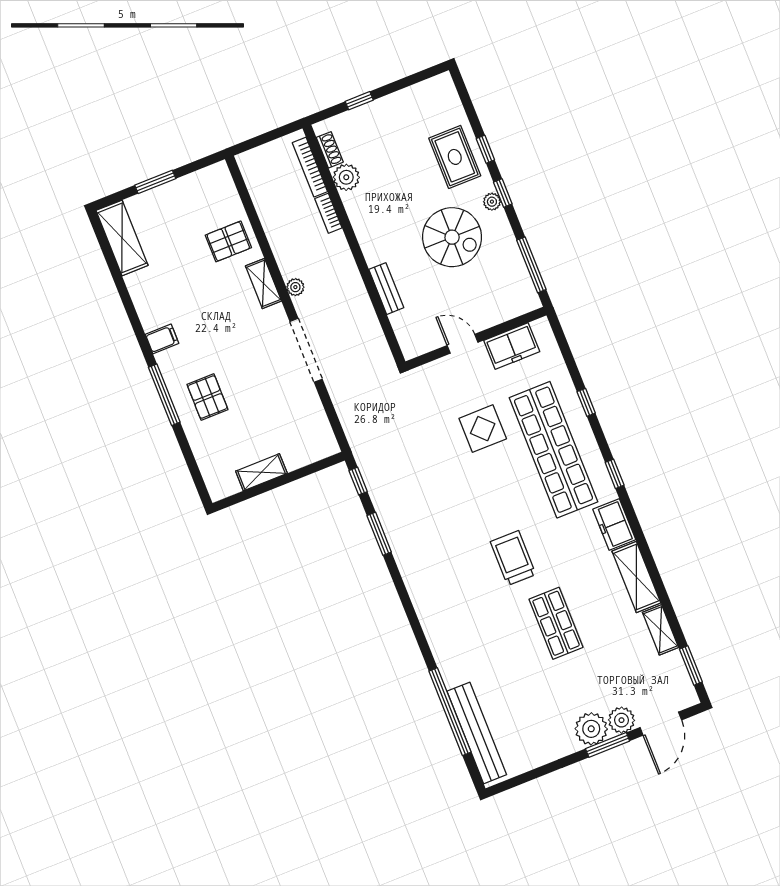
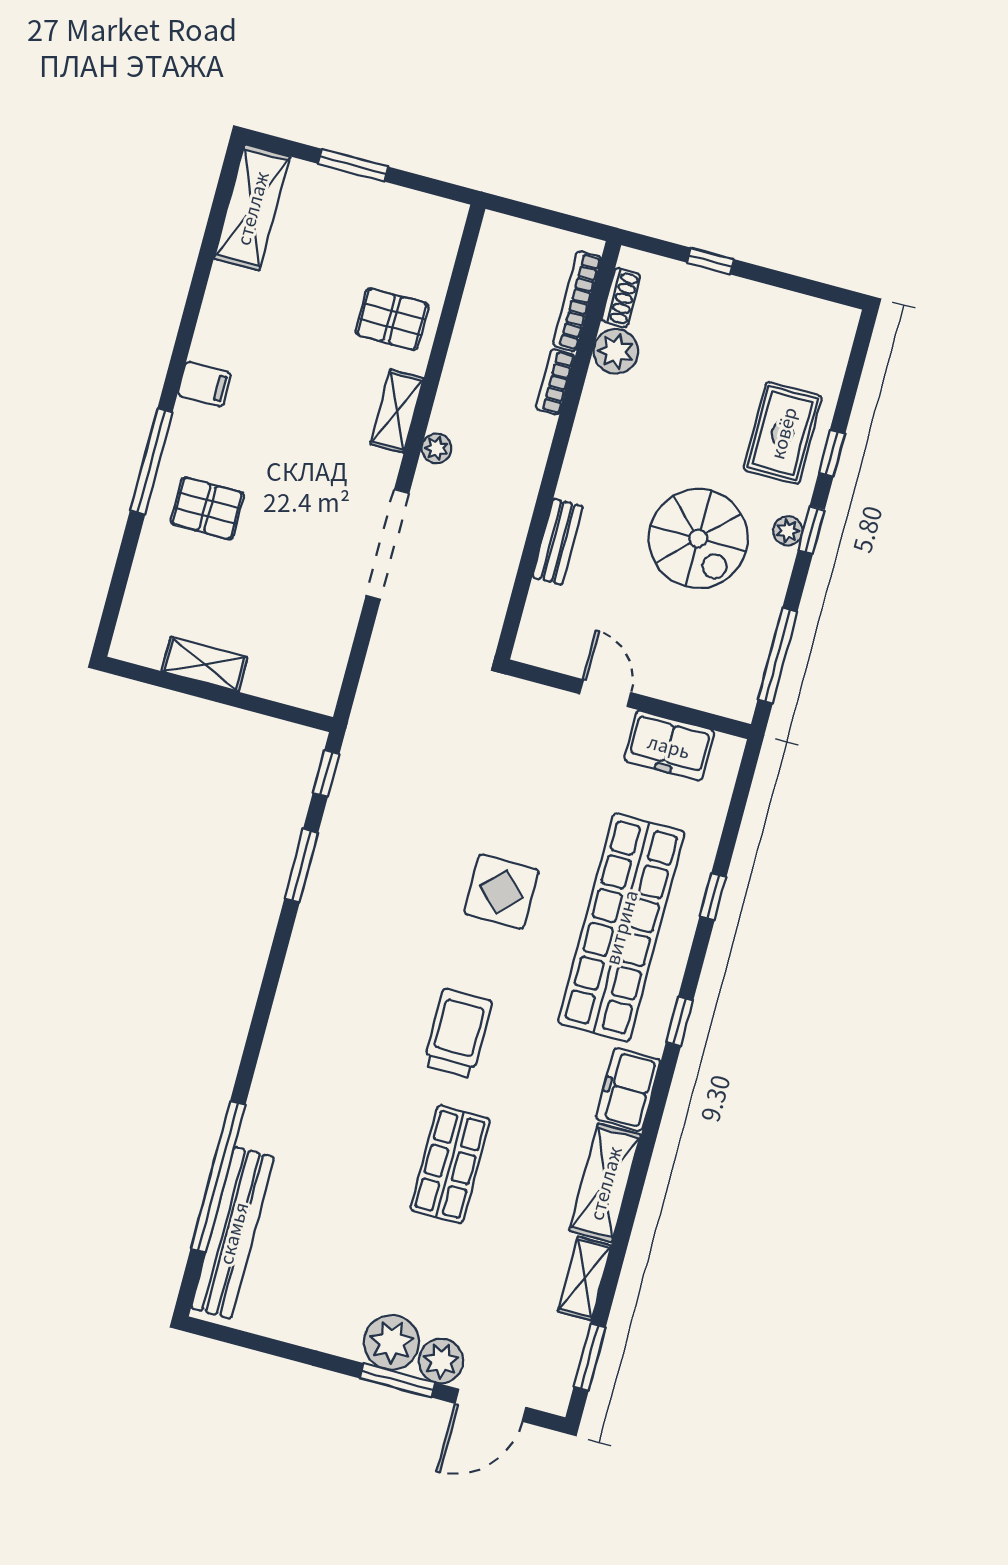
pallet: (207, 397) -> (207, 508), turned 90
display table: (483, 429) -> (501, 892), moved

